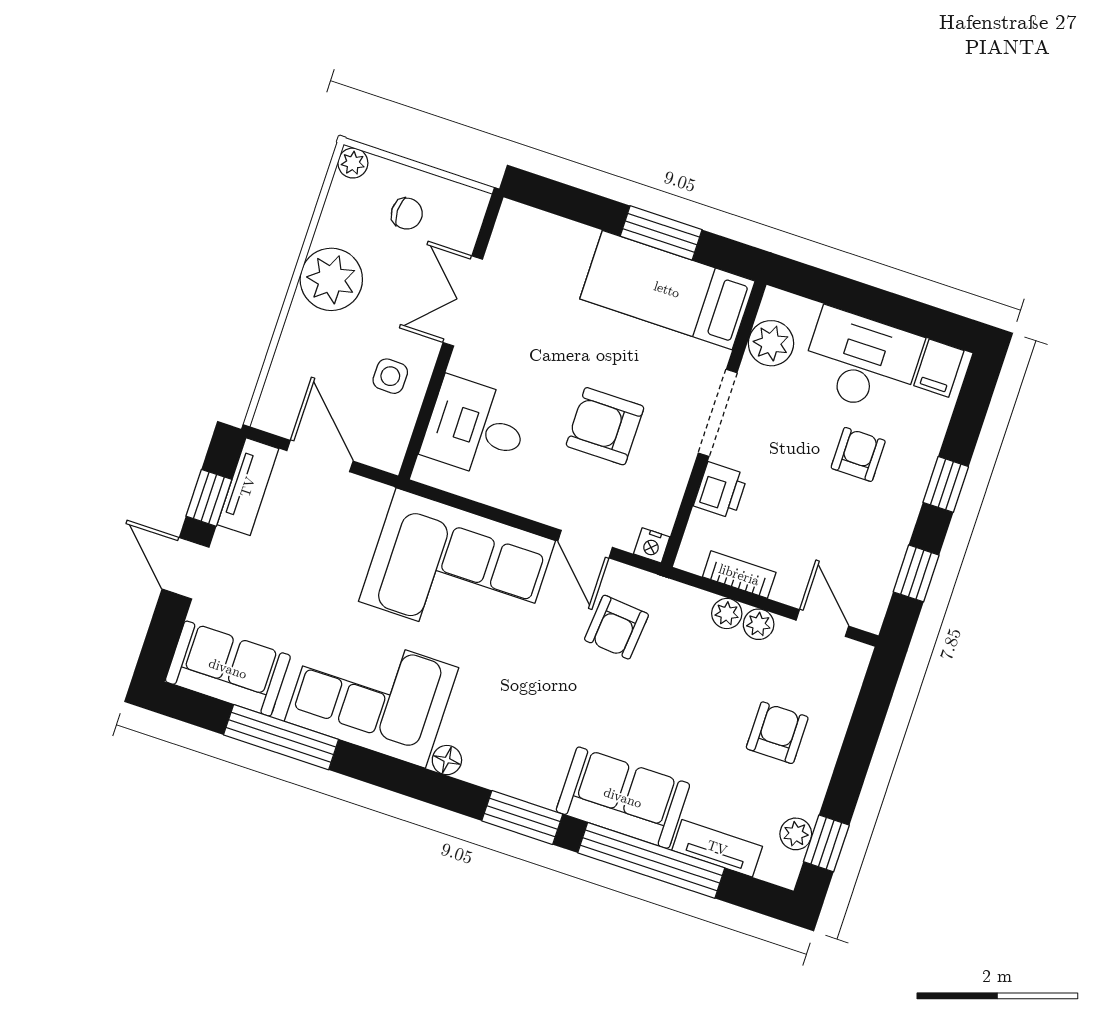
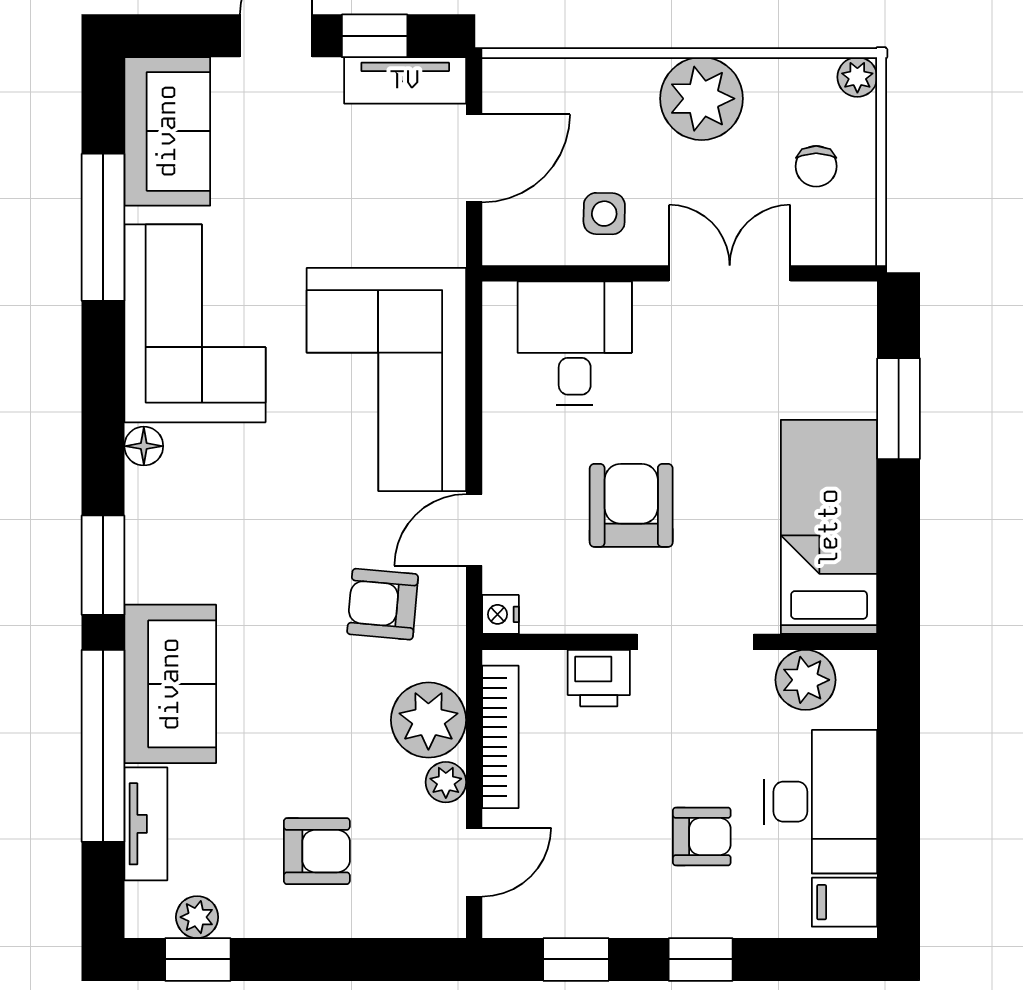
window: (661, 233) -> (899, 409), moved
bookcase: (739, 575) -> (500, 737), width x1.56
plant: (727, 614) -> (428, 720), width x1.88, depth x1.88

